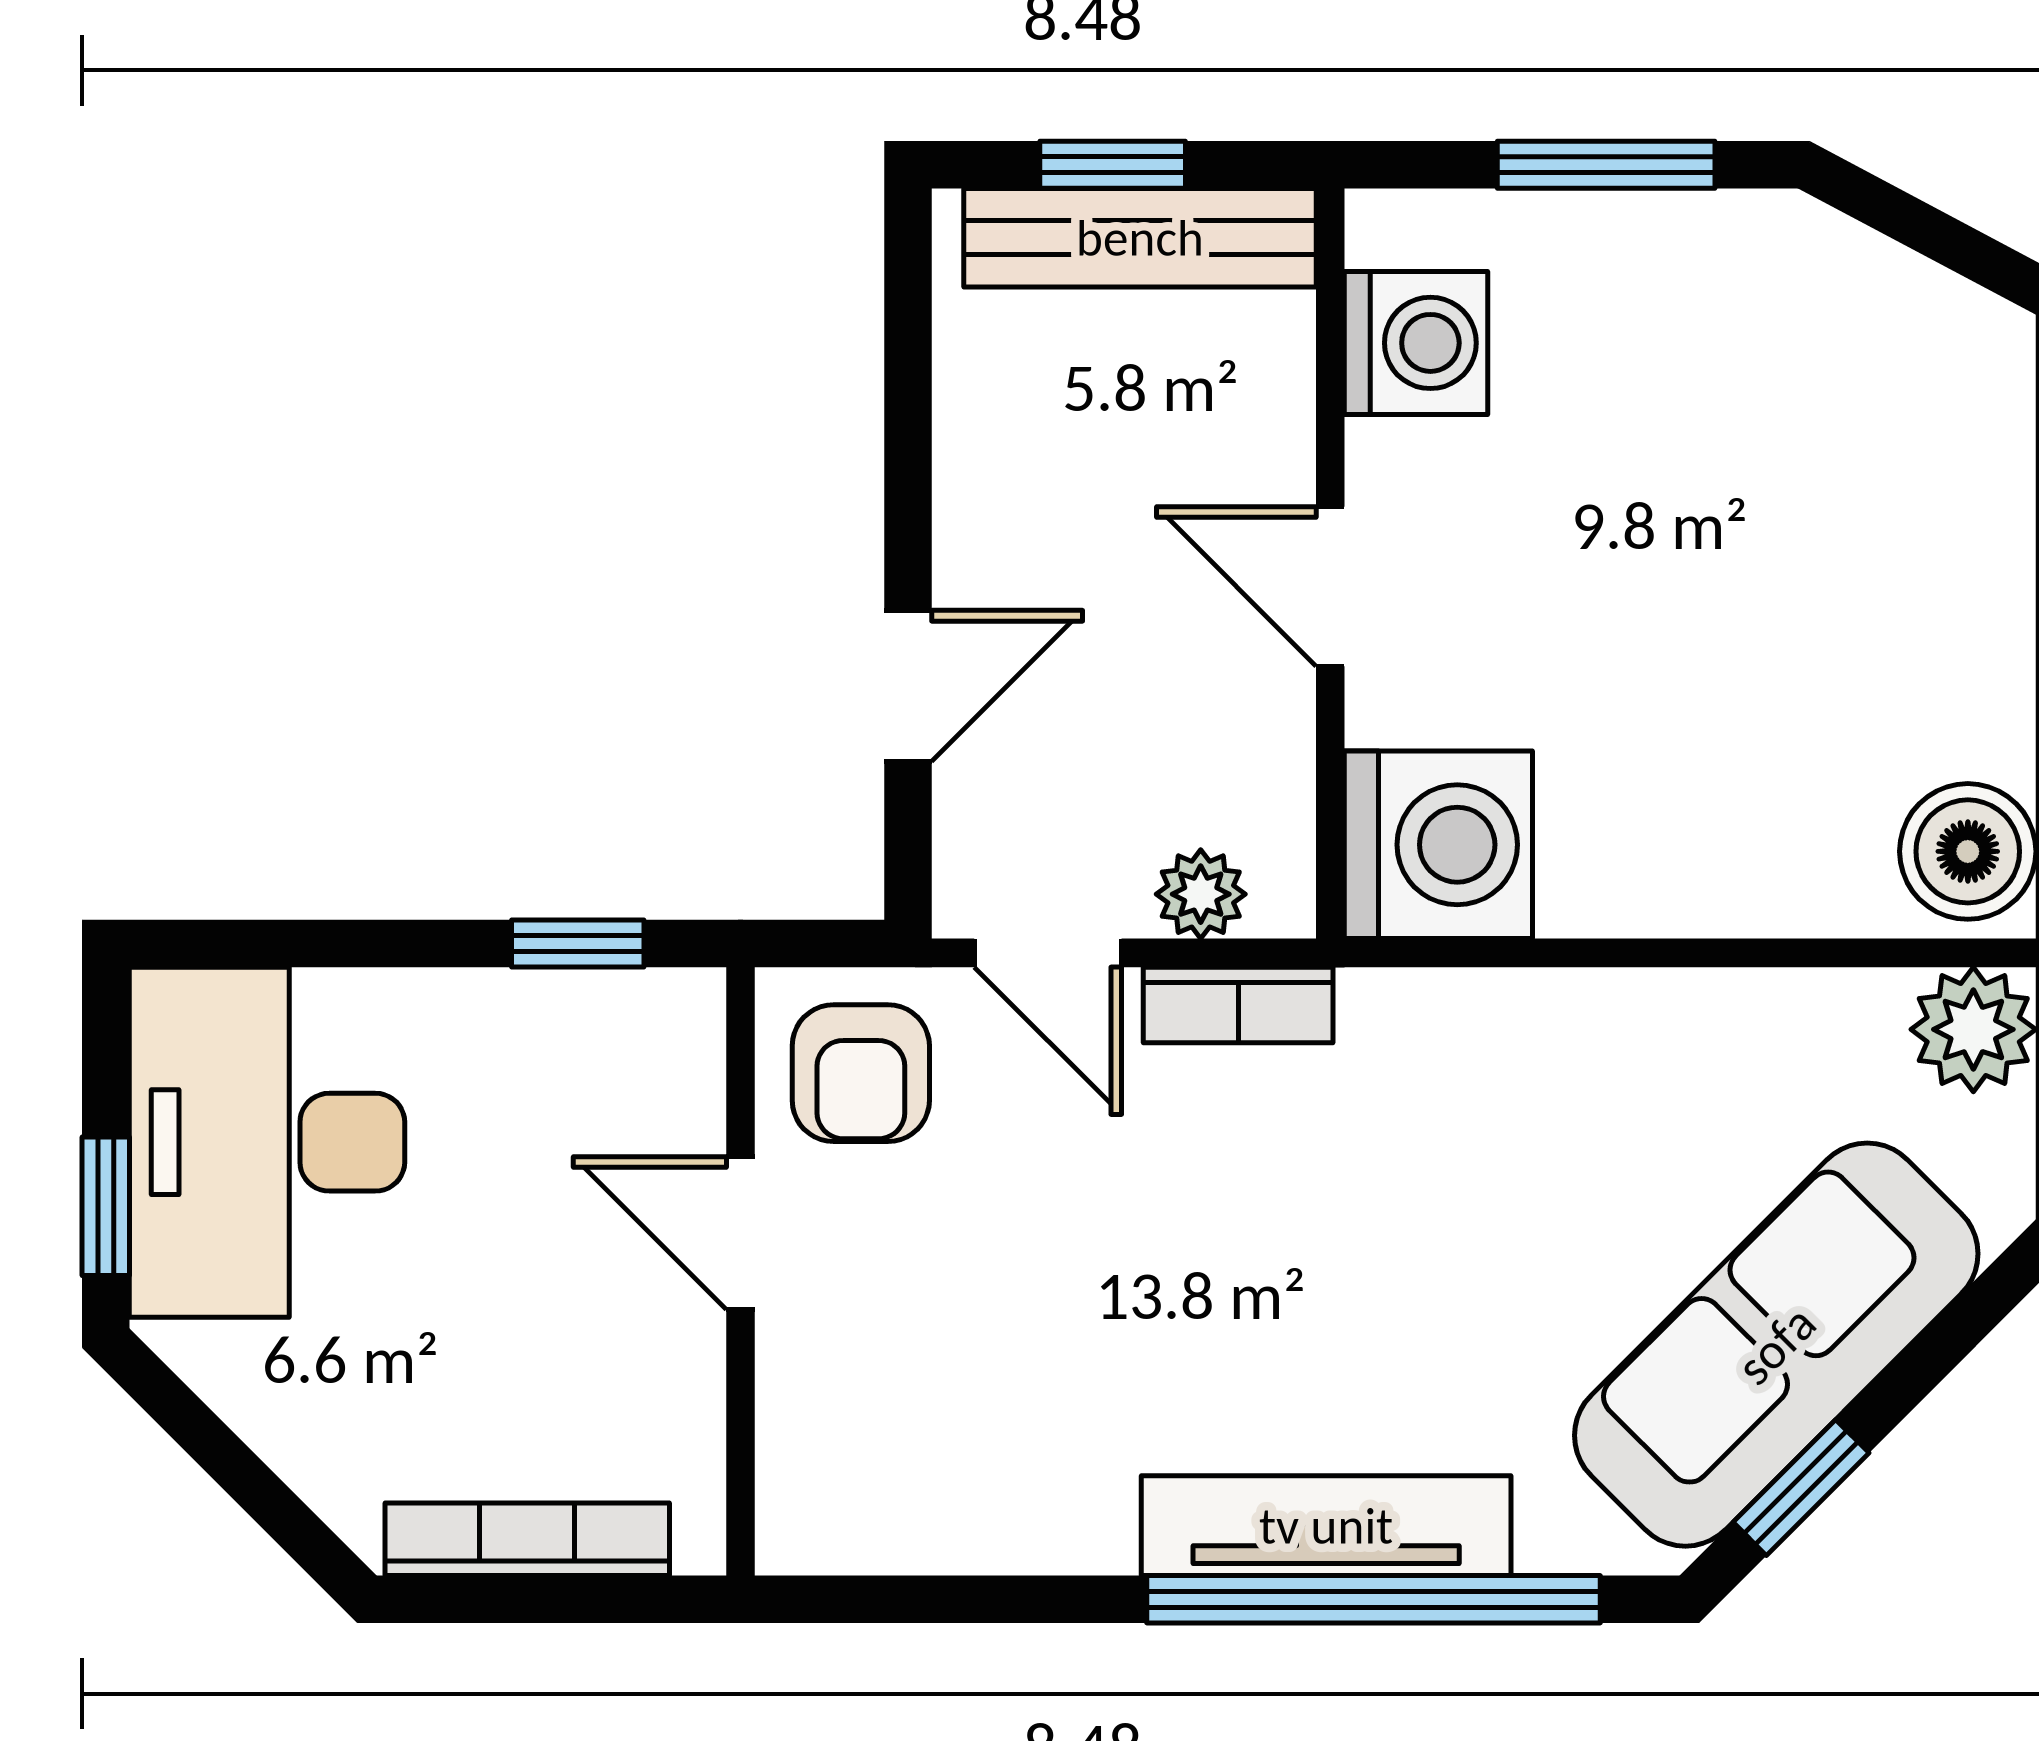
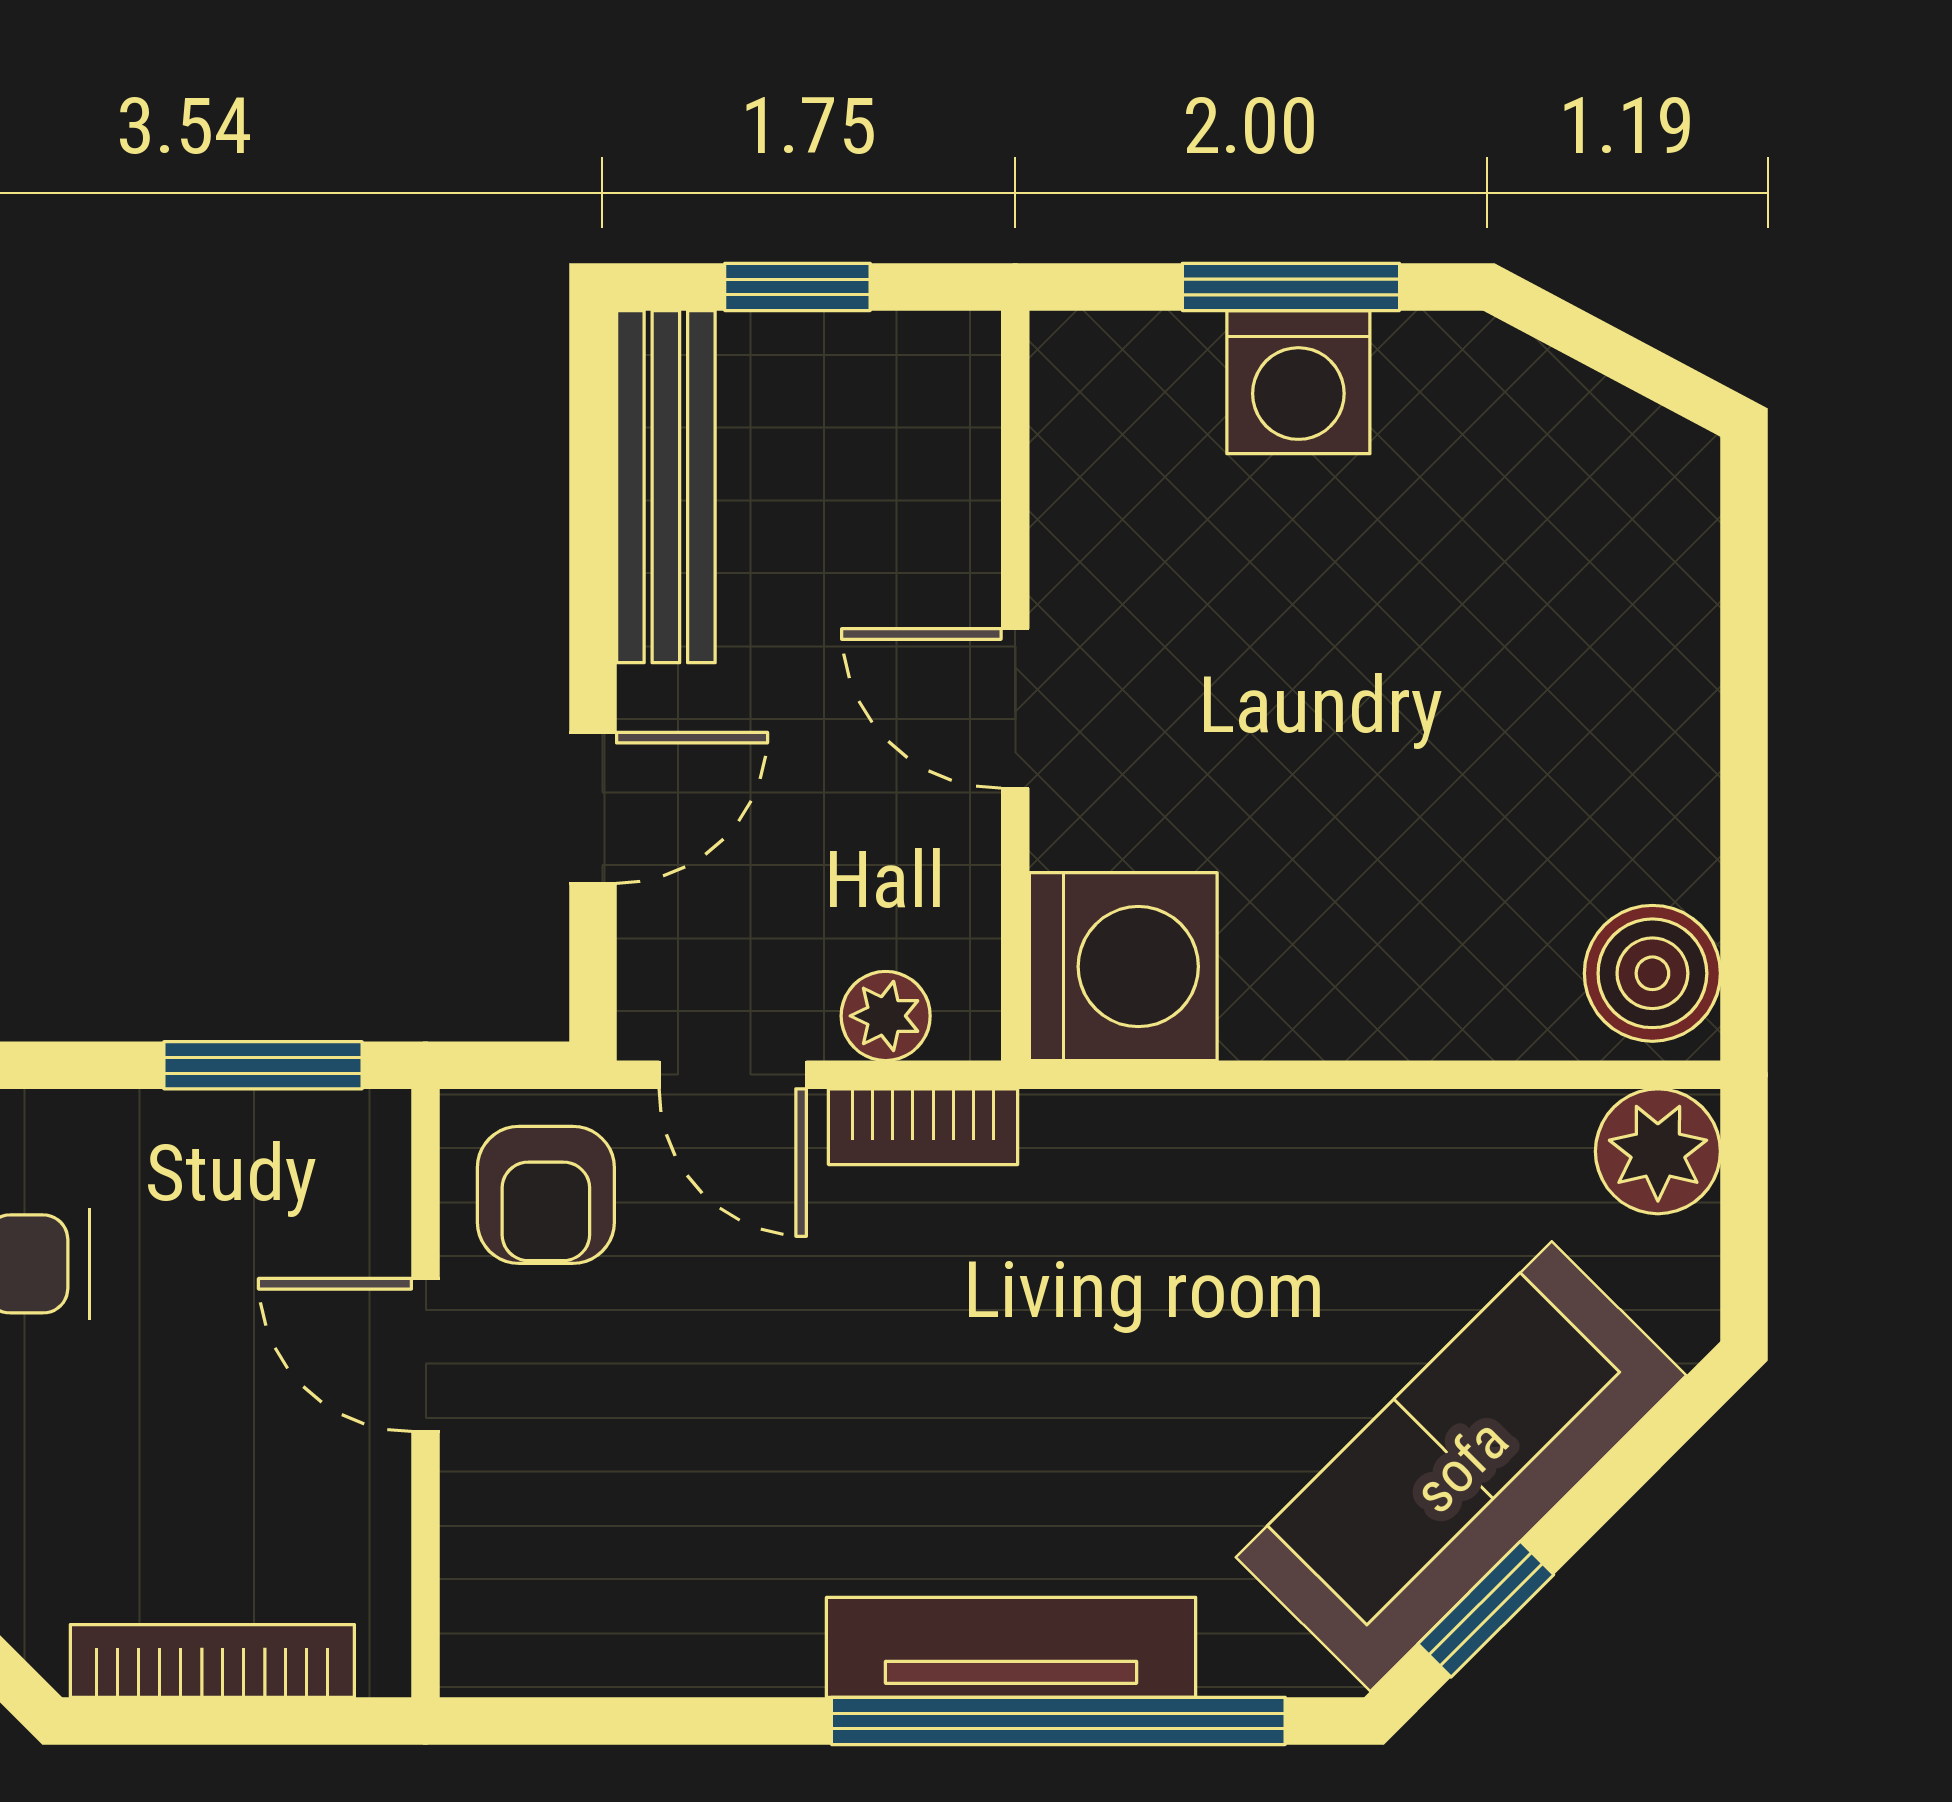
bench: (1140, 238) -> (666, 487), moved, turned 90
washing machine: (1416, 343) -> (1298, 382), moved, turned 90
window: (578, 943) -> (263, 1065), width x1.50

